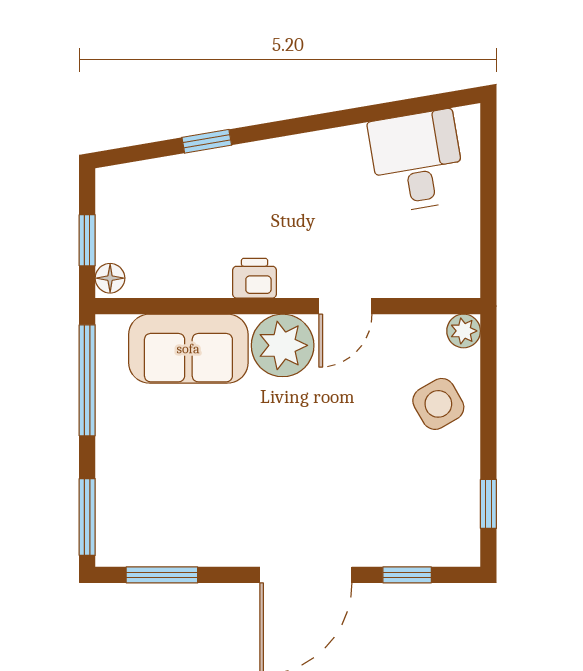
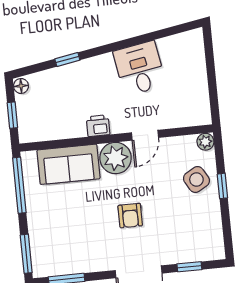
desk: (417, 161) -> (140, 68), moved
floor lamp: (110, 278) -> (21, 86), moved
armchair: (300, 462) -> (130, 216), added
window: (488, 504) -> (222, 186), moved

